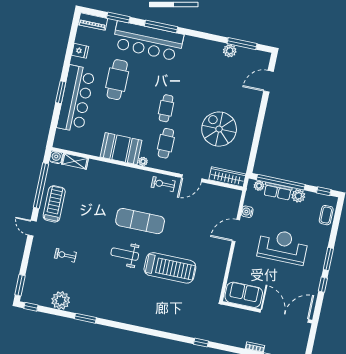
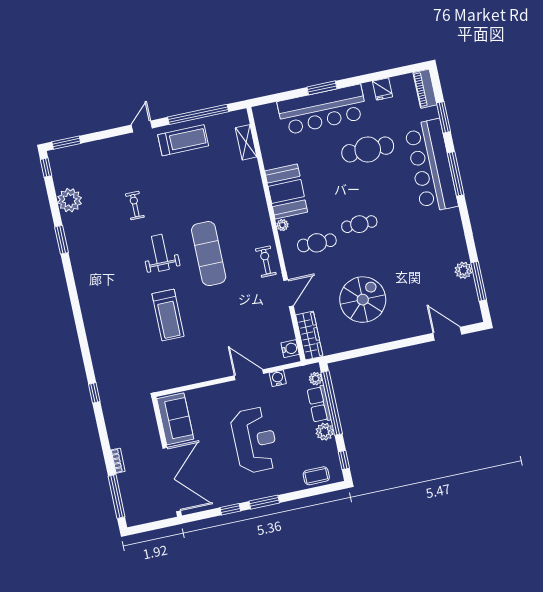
water cooler: (56, 157) -> (290, 349), moved
door: (192, 178) -> (288, 293), swing flipped
exercise bike: (65, 255) -> (135, 206), moved
treadmill: (170, 268) -> (168, 315), width x0.73, depth x0.73

